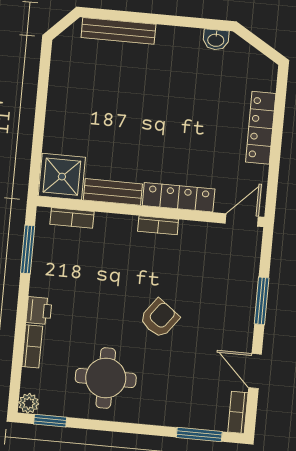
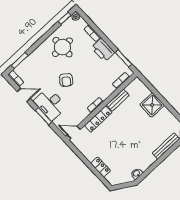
locker: (261, 128) -> (101, 167), width x0.66
shower: (62, 177) -> (152, 105), moved
door: (242, 220) -> (74, 132), swing flipped
desk: (229, 309) -> (50, 104), added
printer: (39, 311) -> (103, 50), width x1.87, depth x1.48

